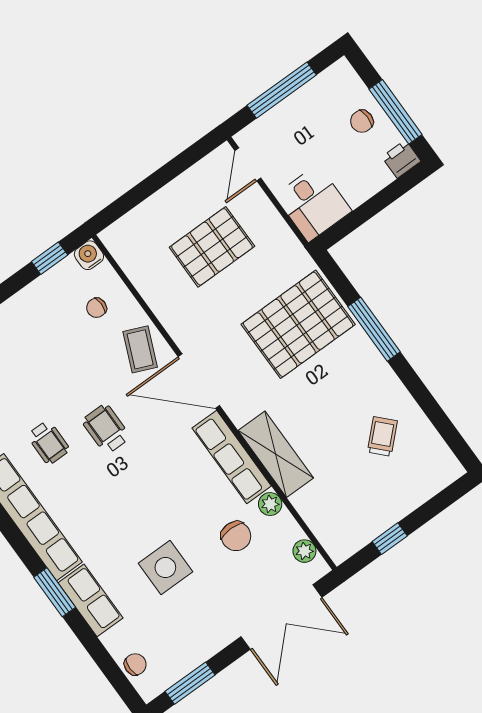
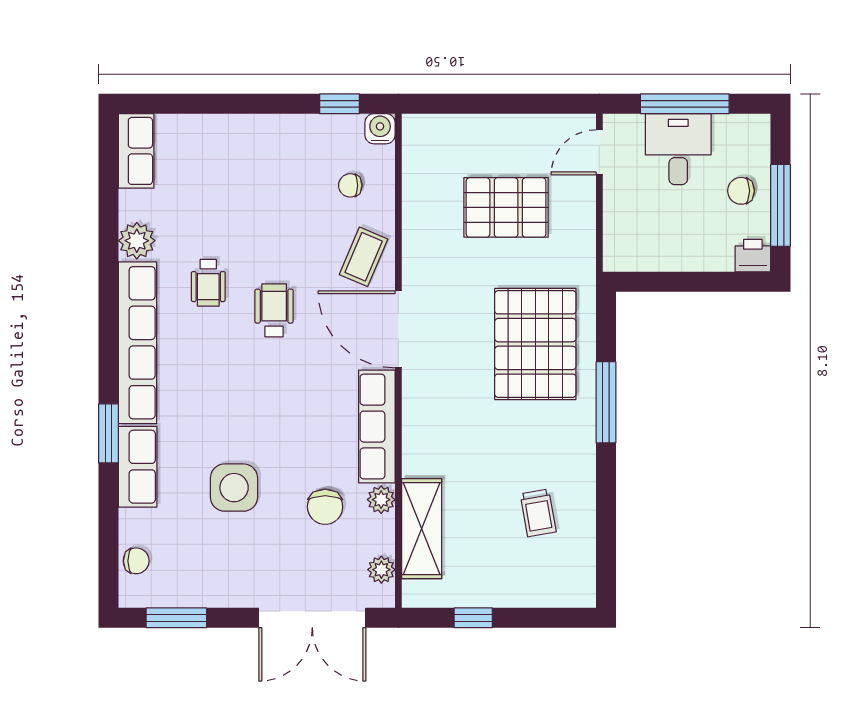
desk: (313, 203) -> (678, 149), moved, turned 180
pallet: (298, 324) -> (535, 344), turned 90
trolley: (382, 437) -> (538, 513), turned 124
shelving: (276, 454) -> (422, 529), moved

